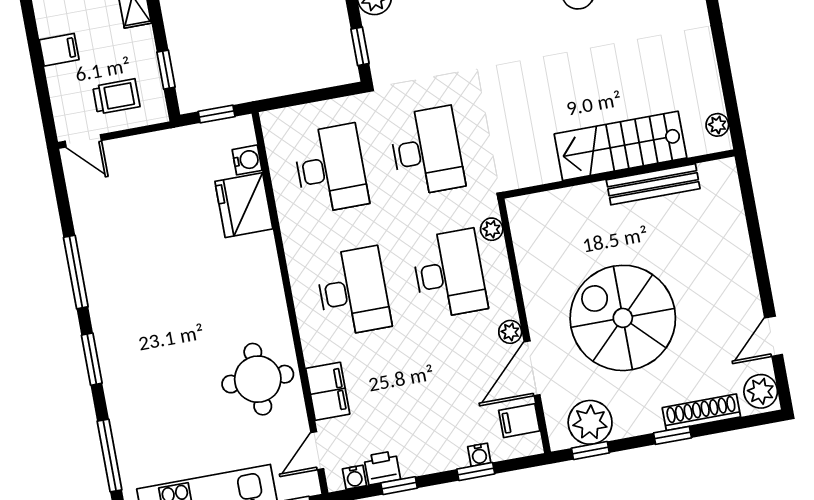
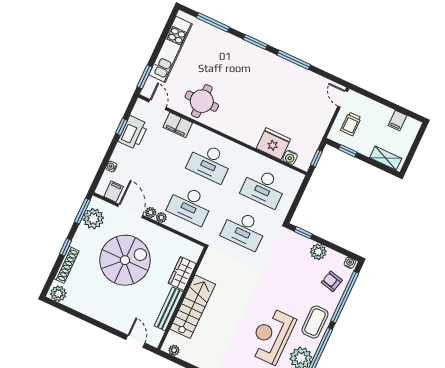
filing cabinet: (59, 50) -> (398, 120), moved
door: (83, 141) -> (343, 99), hinge flipped
wardrobe: (576, 204) -> (182, 274), added
plant: (492, 229) -> (161, 218), moved
door: (774, 336) -> (135, 341), moved
window: (590, 450) -> (82, 211), width x1.50
printer: (382, 468) -> (133, 133), width x1.87, depth x1.48
window: (476, 472) -> (106, 161), removed
water cooler: (354, 477) -> (137, 112), removed

